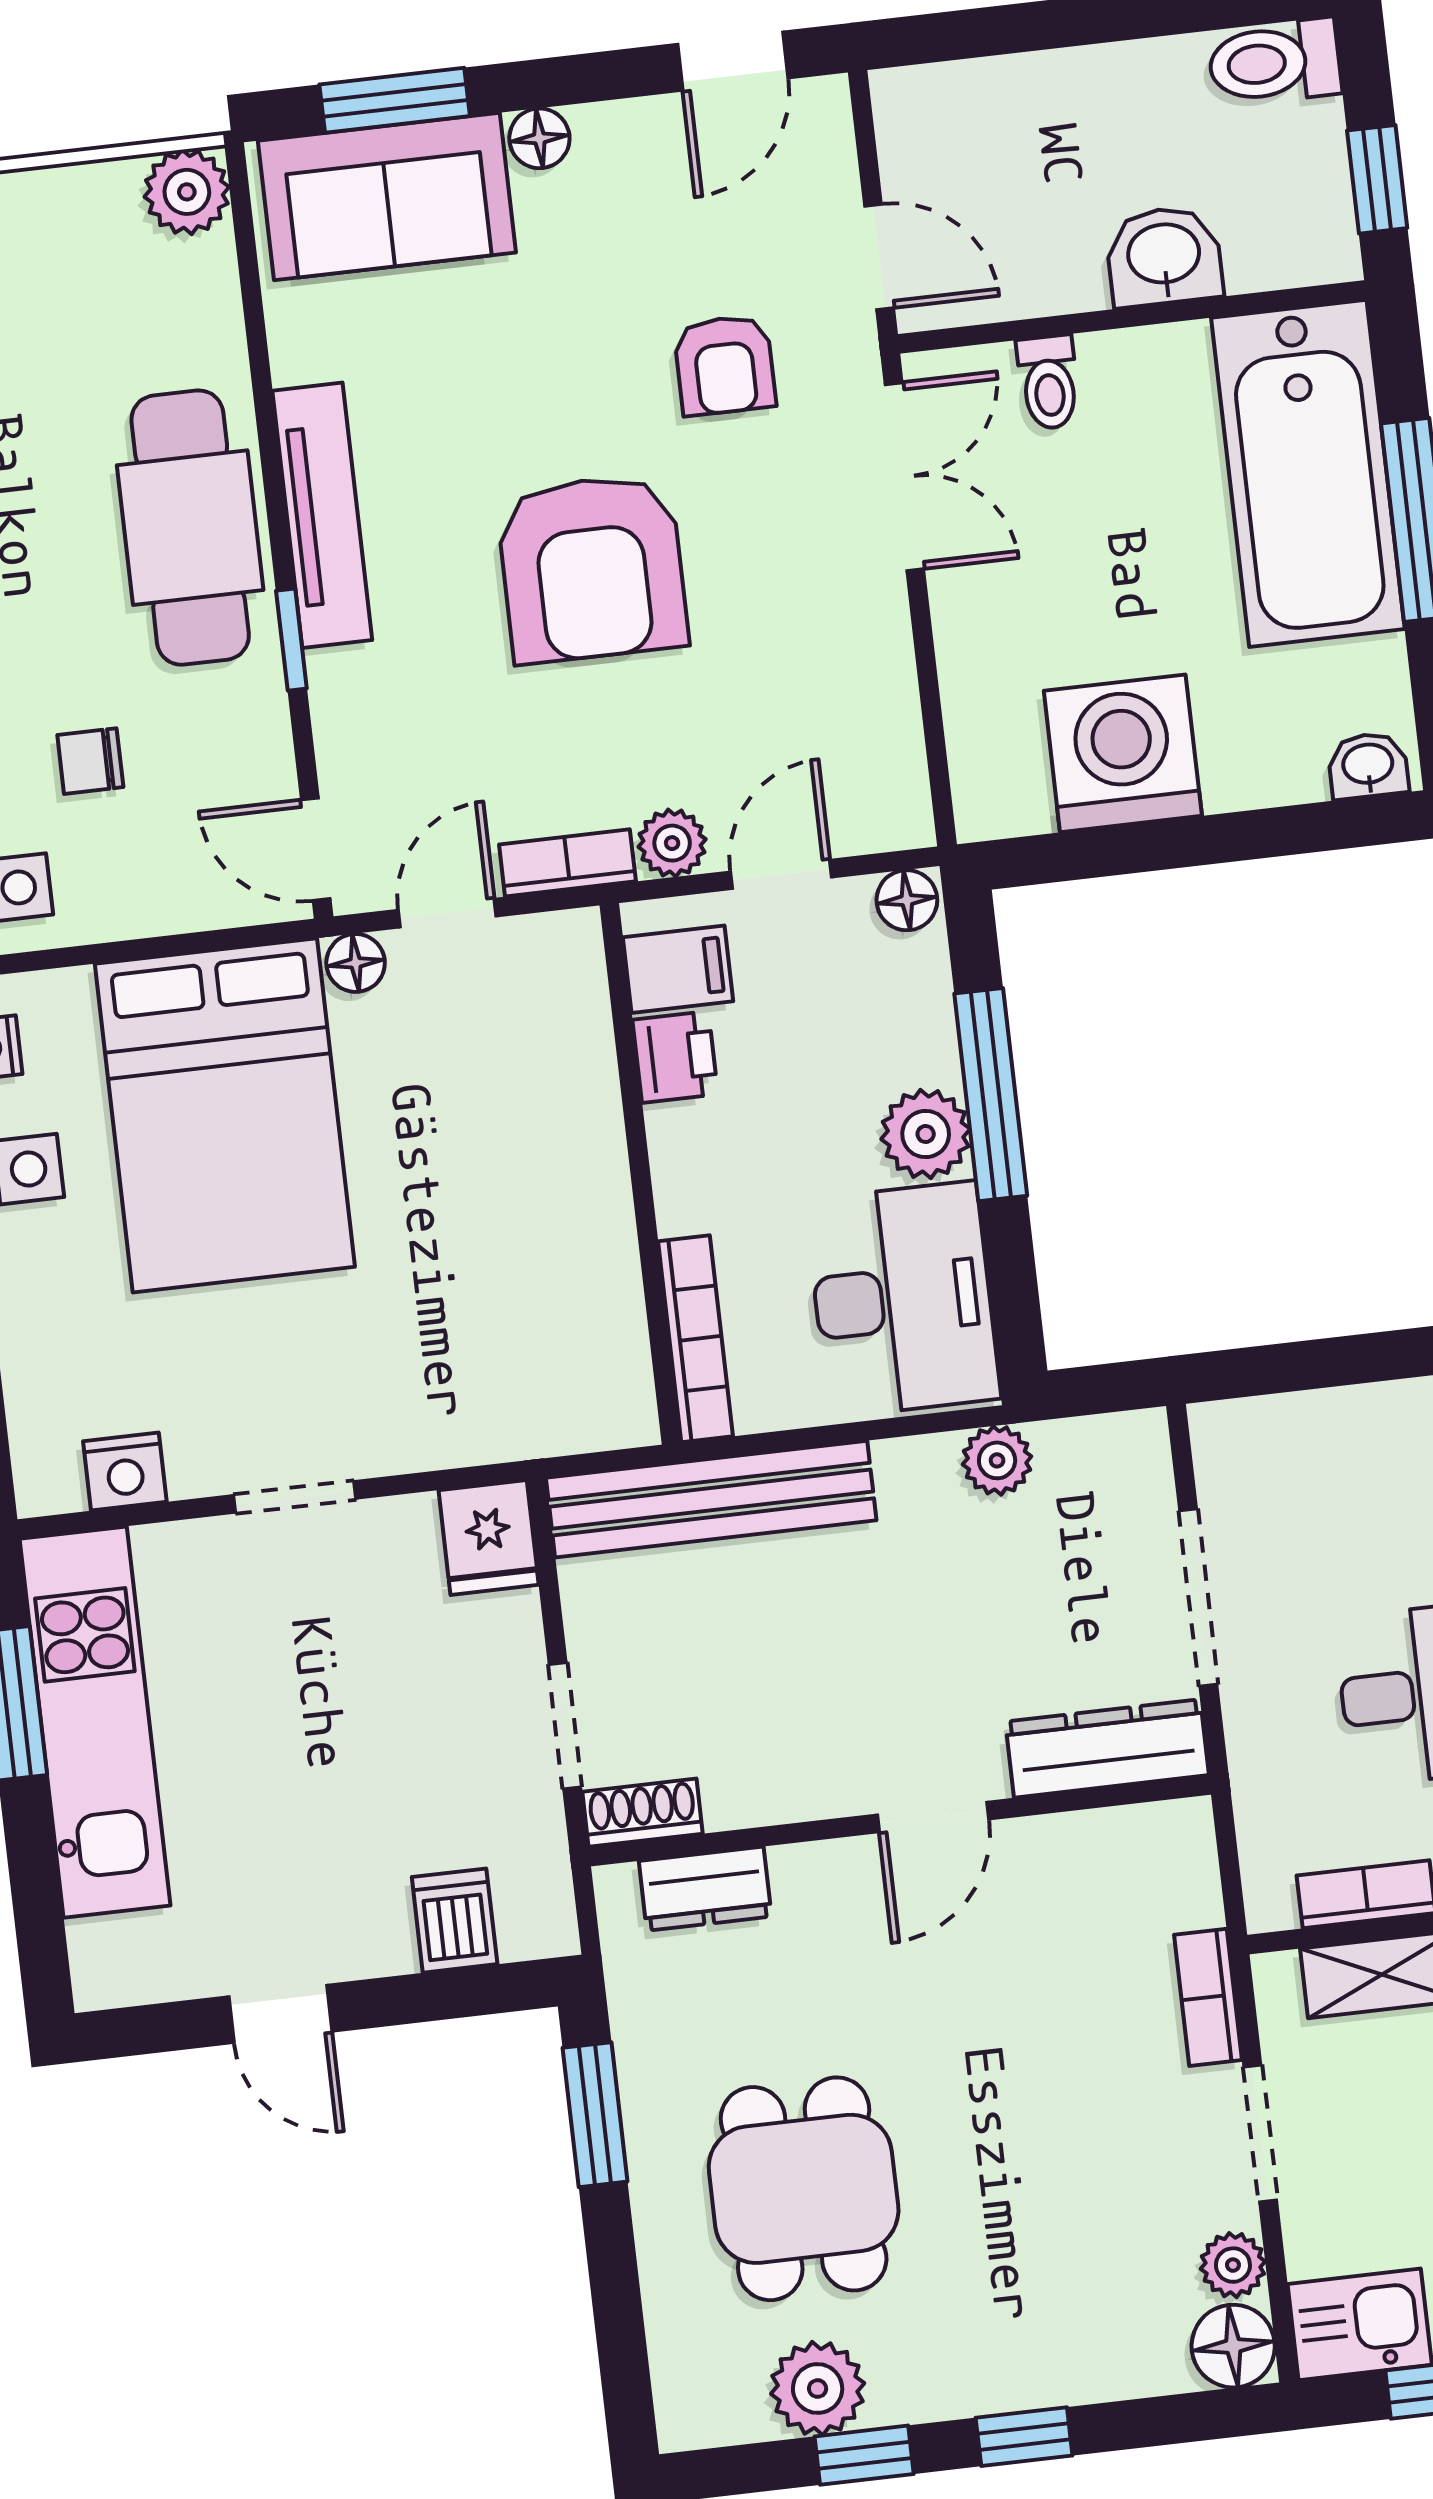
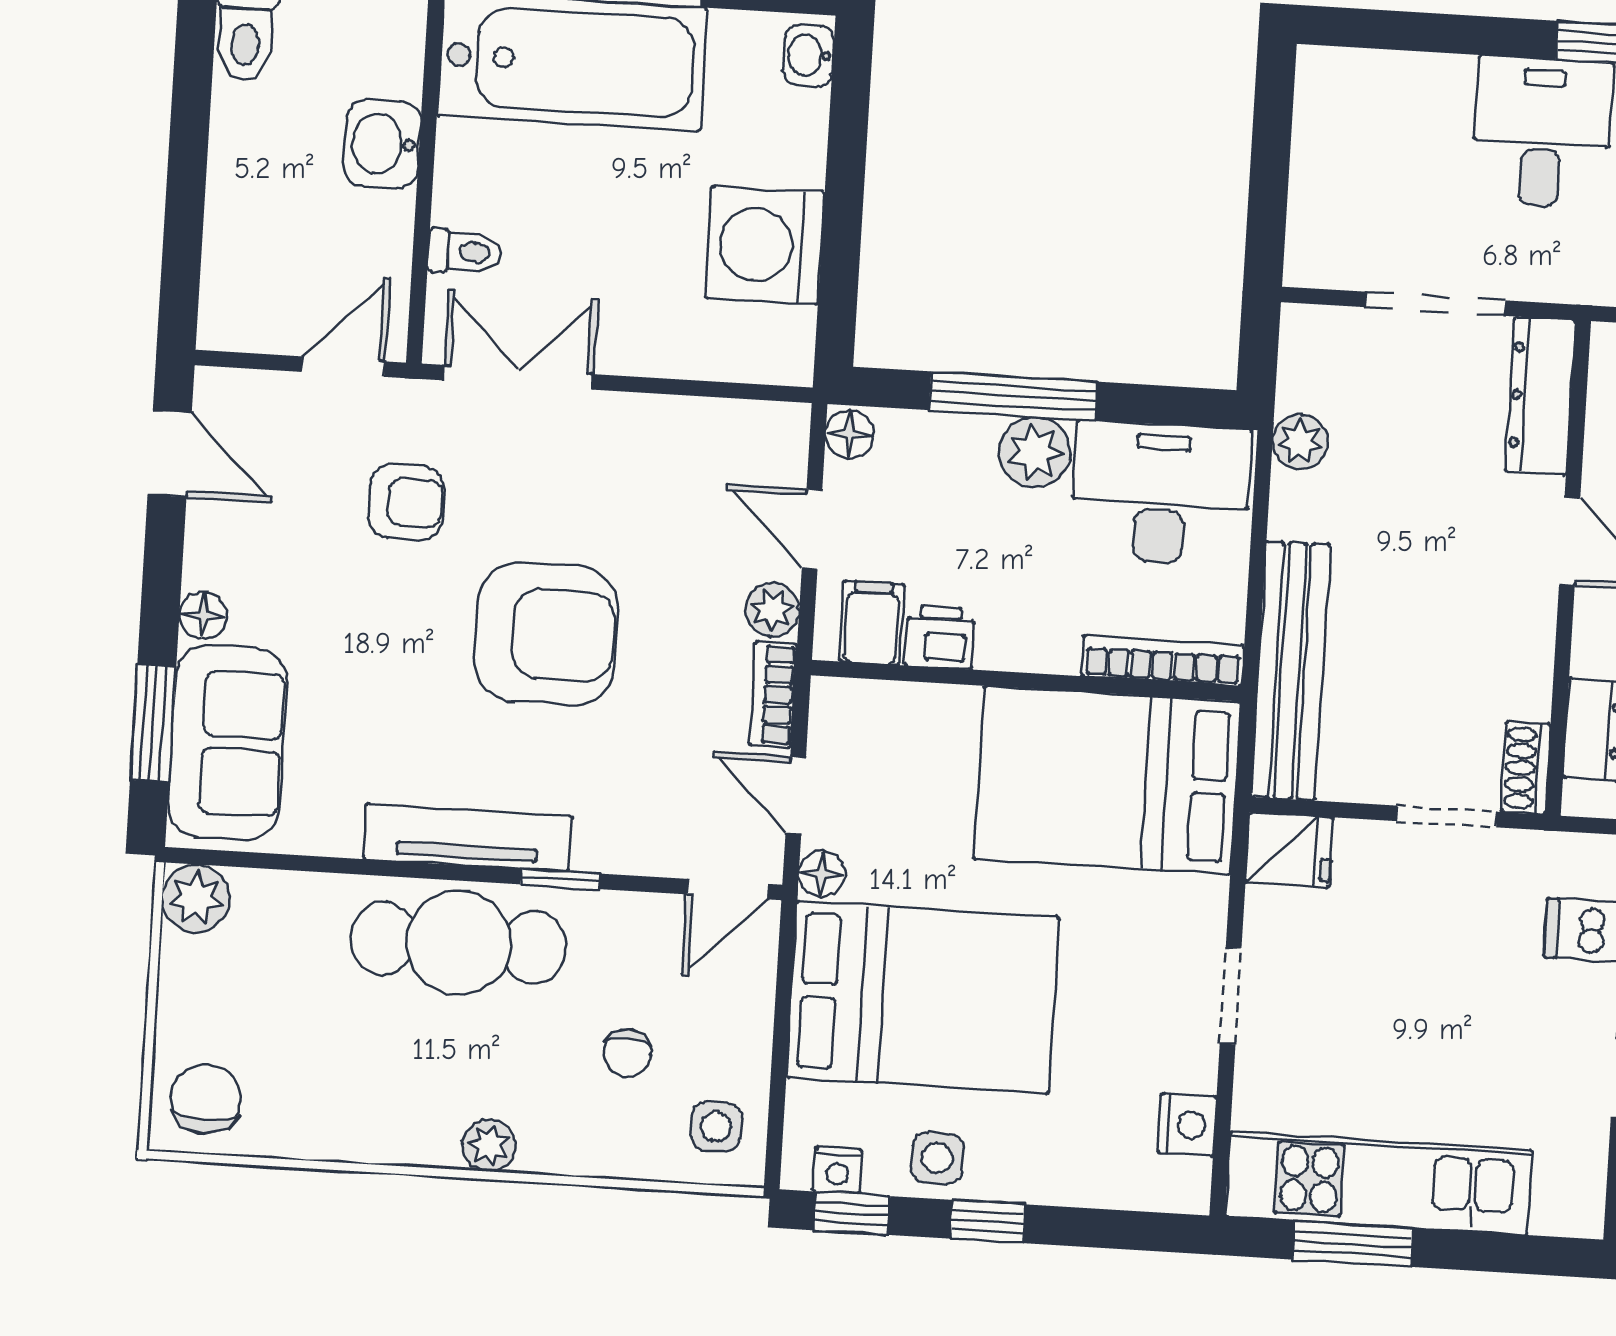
bed: (535, 1296) -> (1107, 780), added

